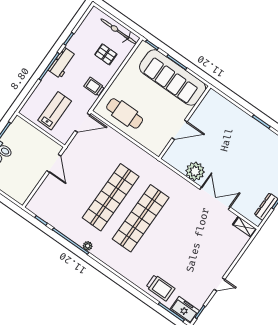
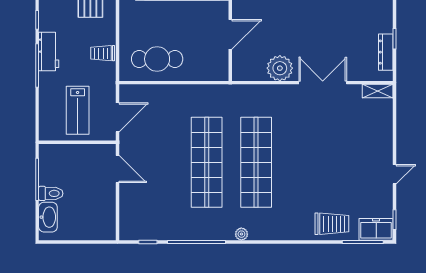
lab bench: (55, 111) -> (78, 110), turned 180
door: (82, 123) -> (118, 117), moved
plant: (88, 246) -> (241, 234), moved

